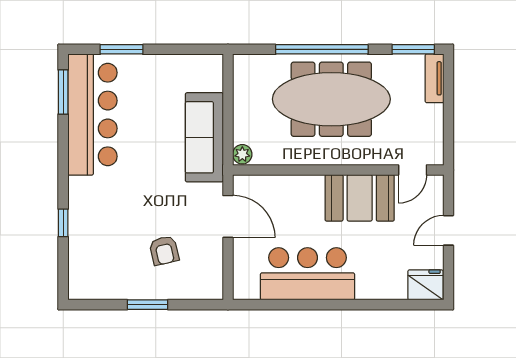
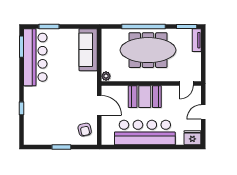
sofa: (204, 137) -> (88, 50), moved
booth: (360, 198) -> (145, 97), moved
armchair: (164, 251) -> (85, 130), moved
bar counter: (307, 274) -> (145, 132), width x1.36

